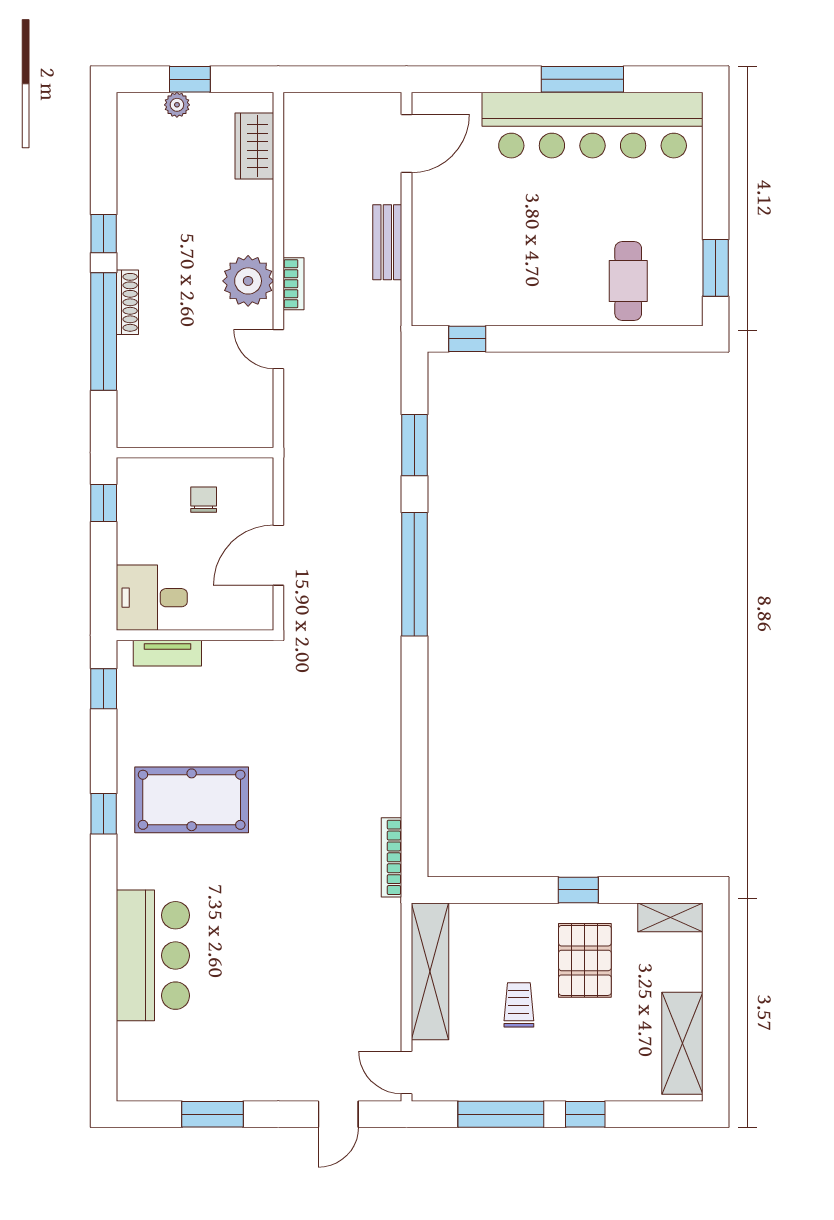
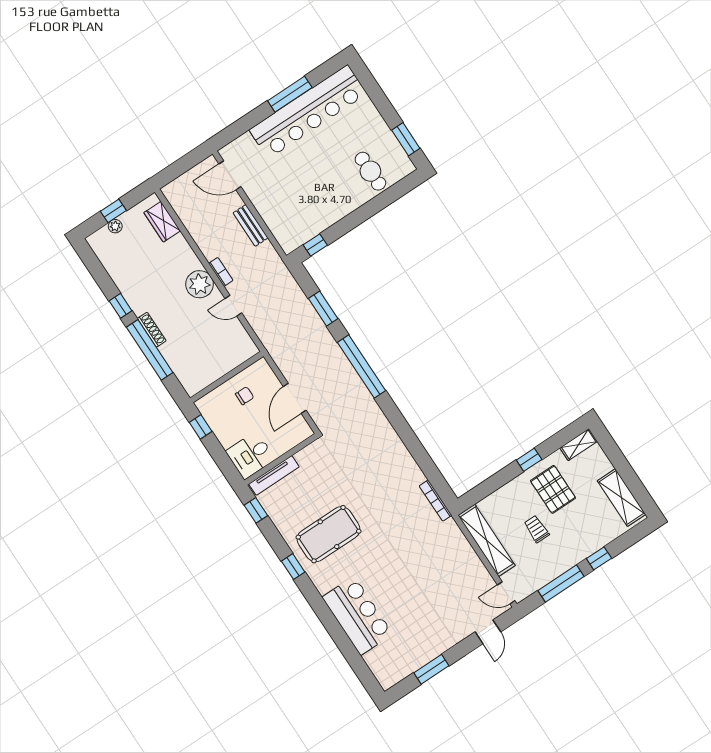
door: (406, 144) -> (230, 175), swing flipped
chair: (204, 500) -> (245, 396), turned 90
tv unit: (167, 653) -> (274, 475), width x1.41

